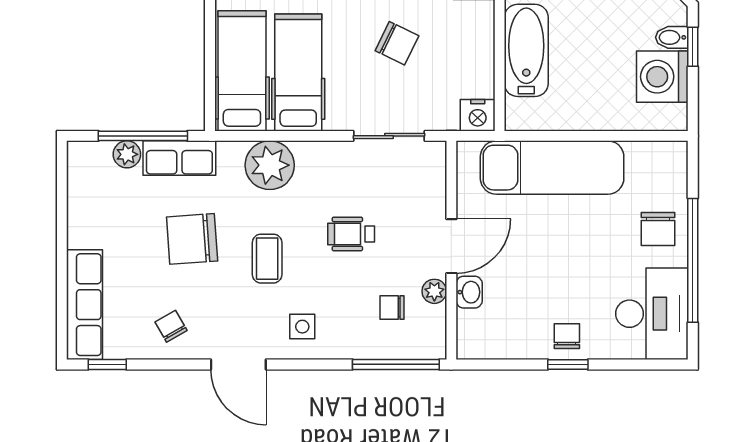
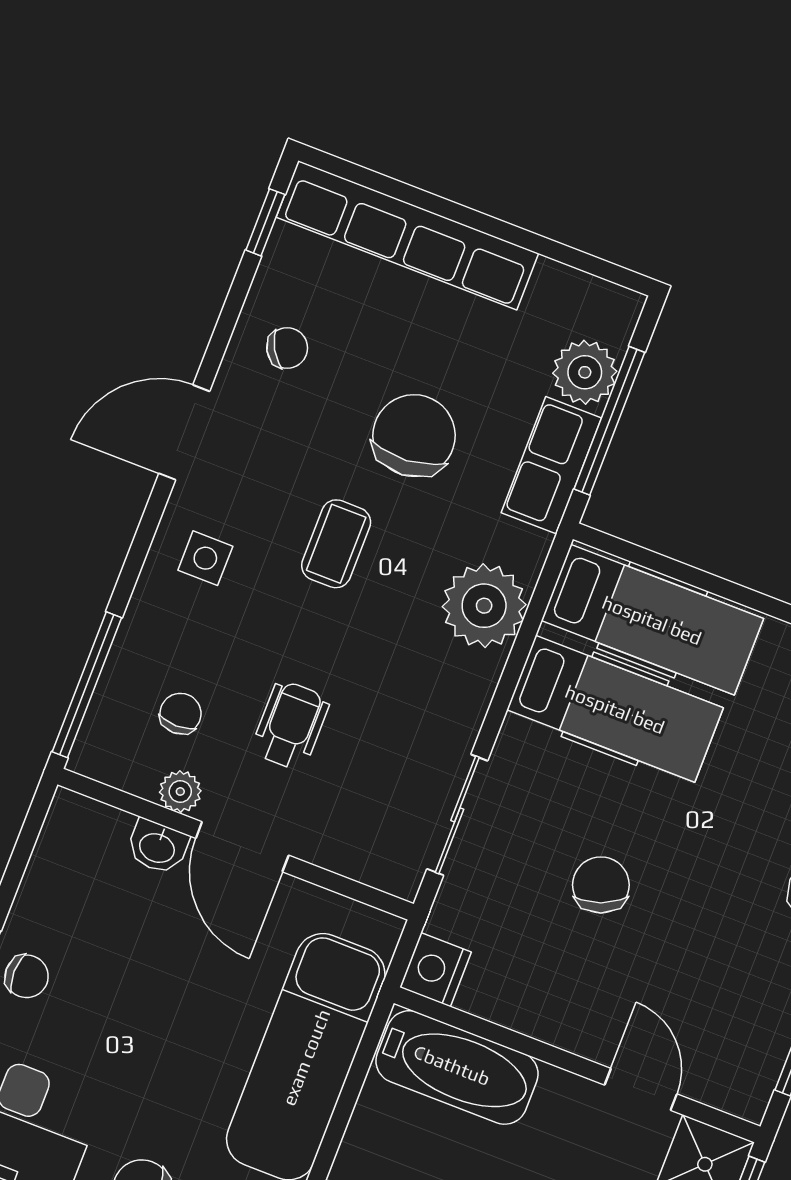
chair: (397, 43) -> (601, 885), turned 133
bathtub: (526, 50) -> (457, 1067), moved
plant: (127, 154) -> (585, 372), width x1.38, depth x1.38
wheelchair: (351, 234) -> (290, 725), moved
coffee table: (267, 259) -> (336, 544), turned 90
row of seats: (85, 305) -> (407, 235), width x1.36

